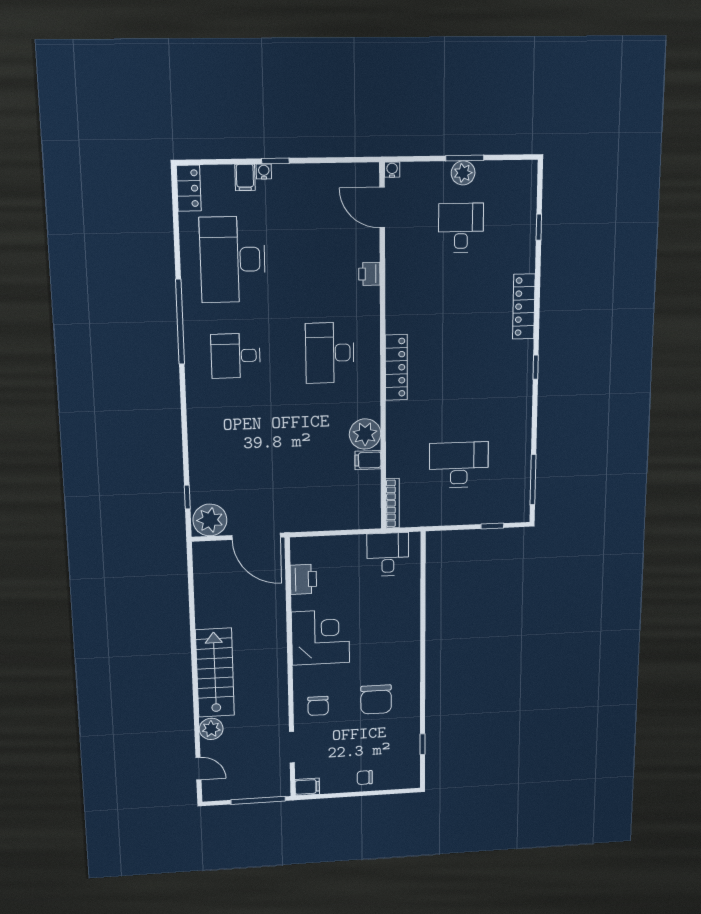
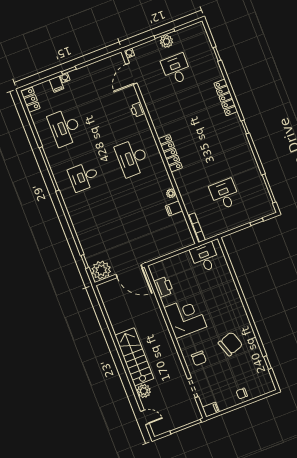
door: (382, 207) -> (131, 74), hinge flipped
desk: (233, 260) -> (65, 128), width x0.73, depth x0.77
plant: (365, 434) -> (171, 193), width x0.53, depth x0.53
desk: (459, 465) -> (224, 194), width x0.73
chair: (376, 699) -> (230, 344), turned -109

